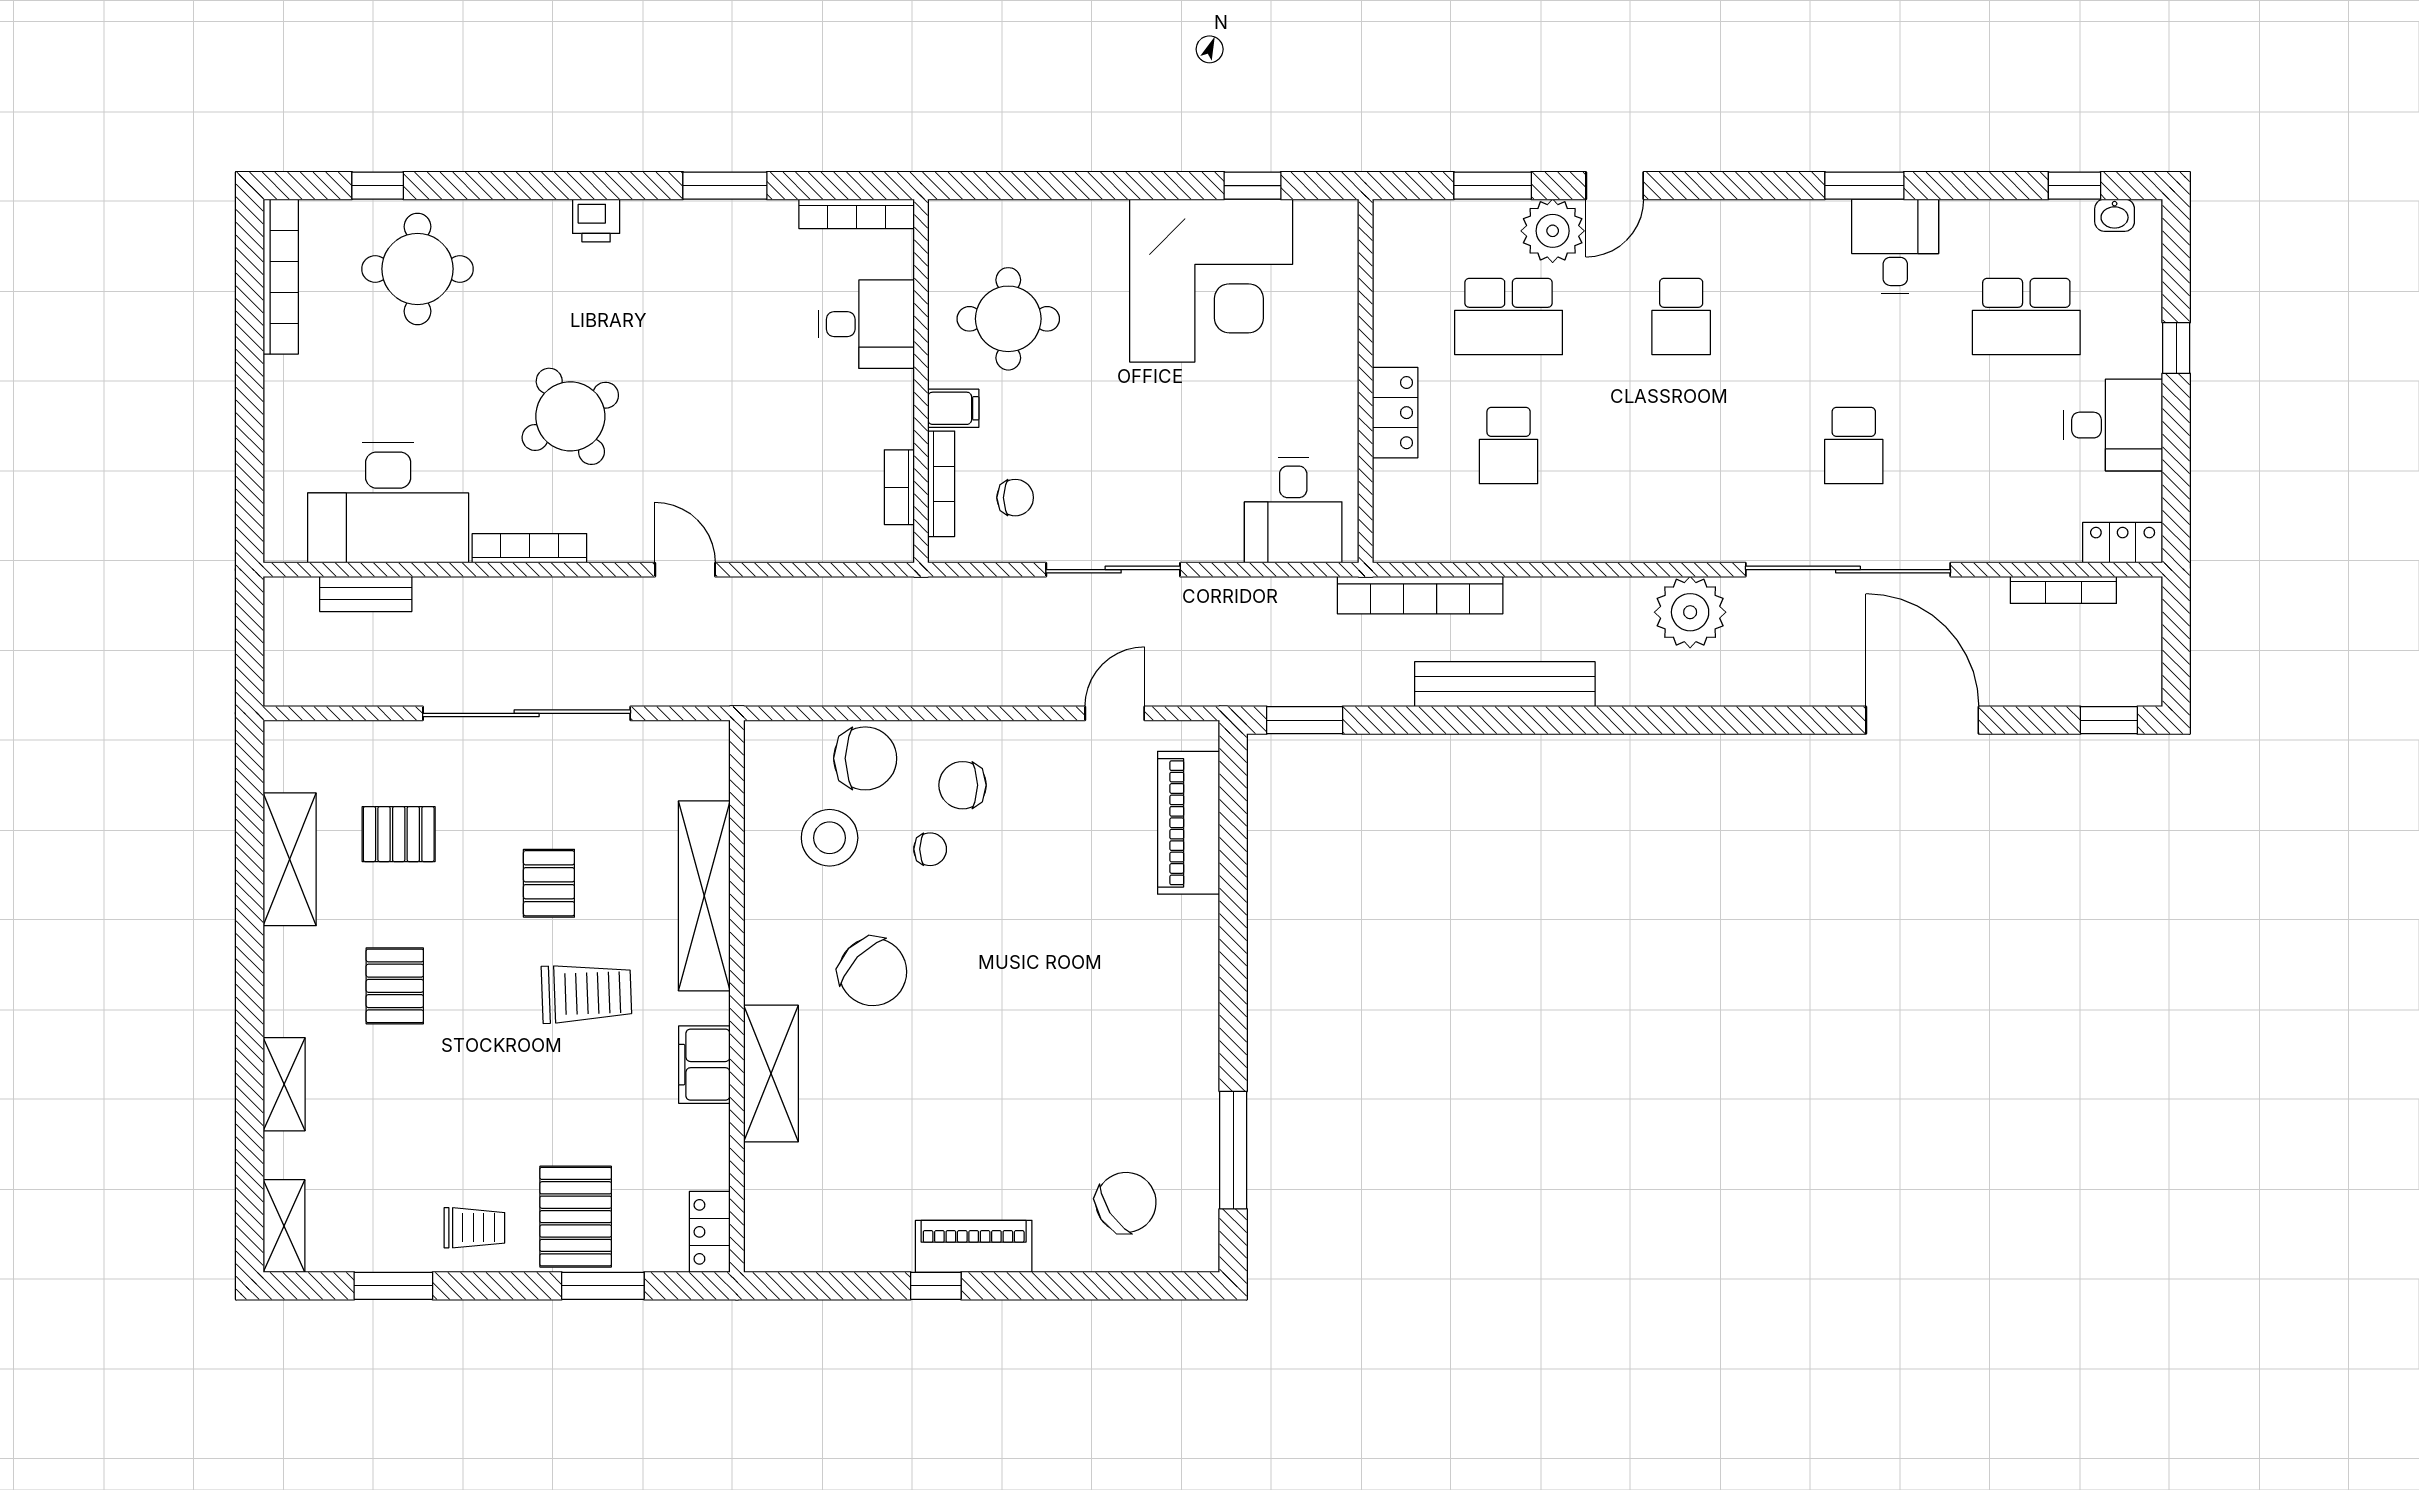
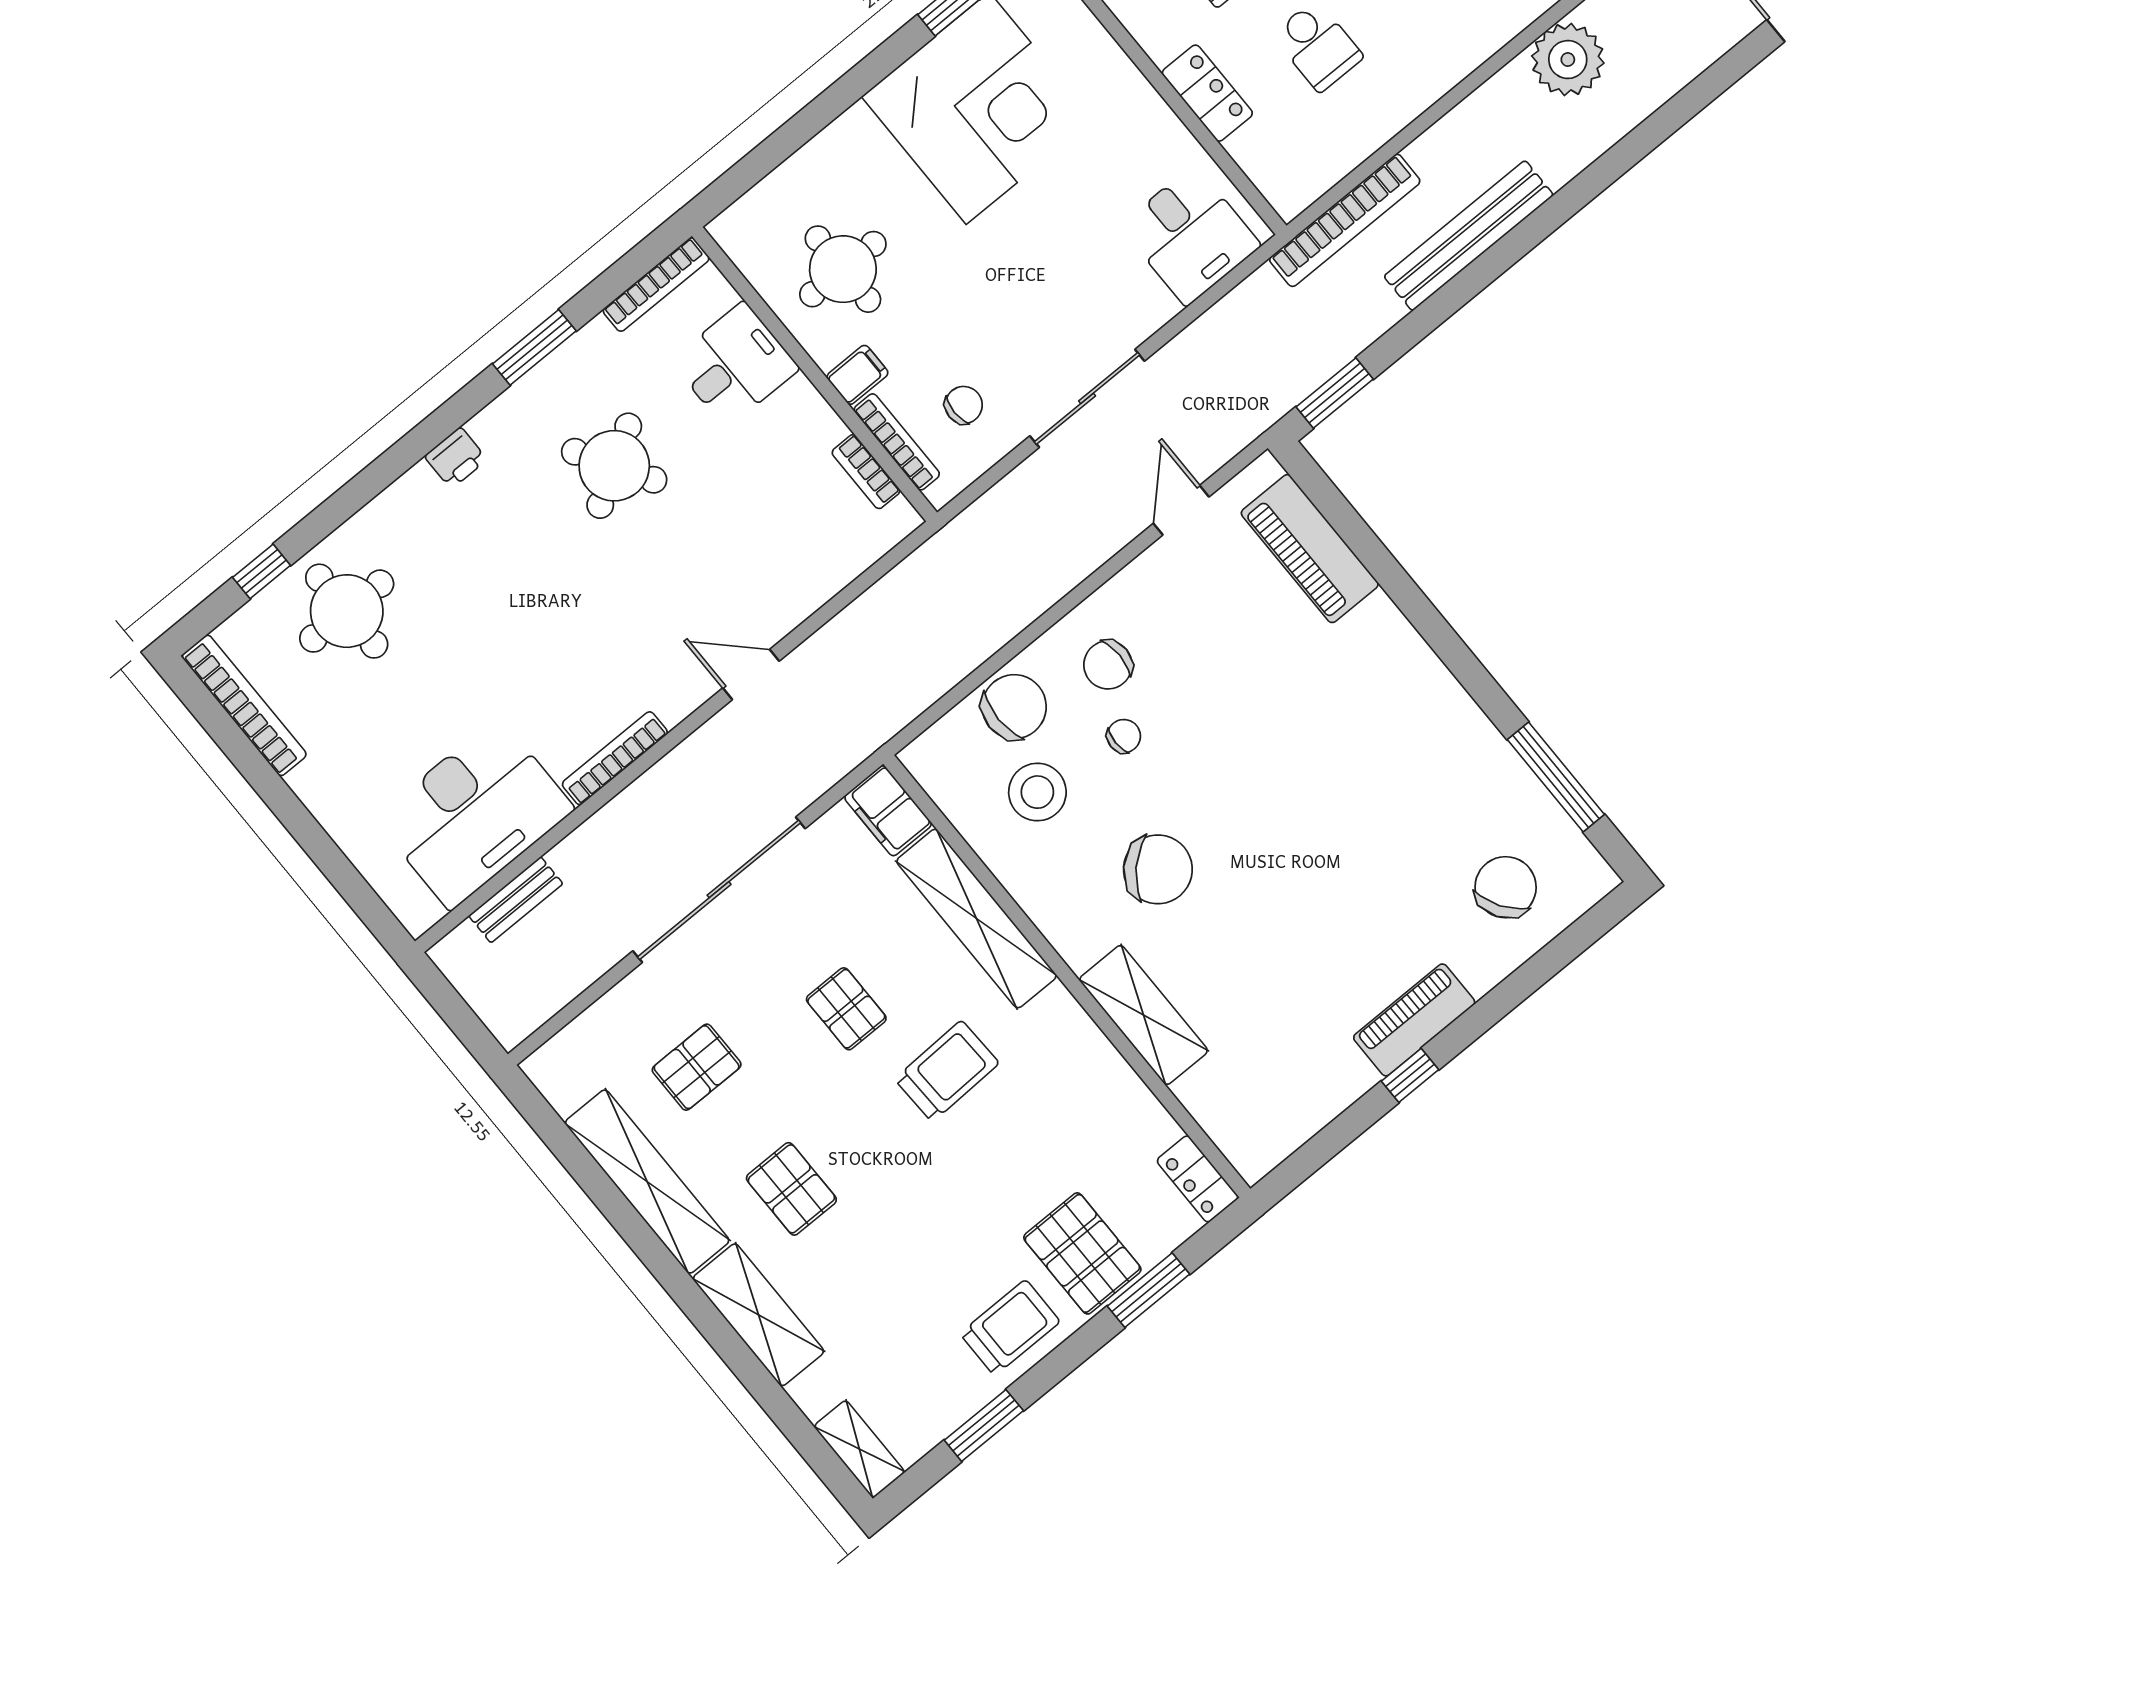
round table: (570, 416) -> (614, 466), moved
shelving: (290, 859) -> (647, 1182), width x1.47
filing cabinet: (704, 1065) -> (888, 811), moved
shelving: (284, 1084) -> (758, 1315), width x1.50, depth x1.33
trolley: (474, 1228) -> (1010, 1328), width x1.36, depth x1.39

